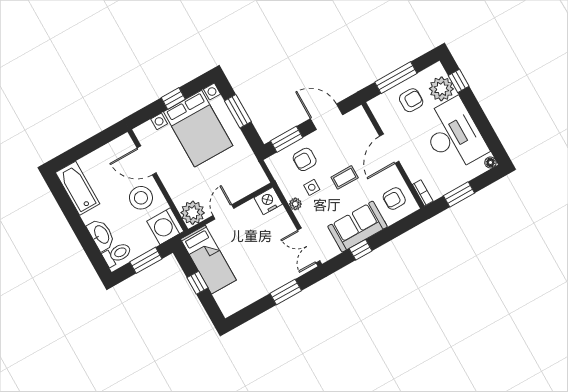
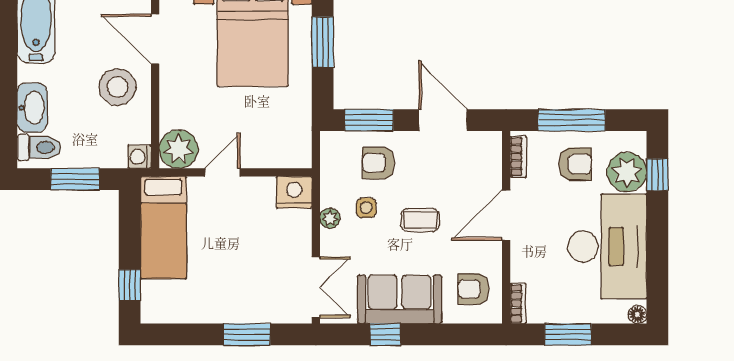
bookcase: (378, 114) -> (518, 157), added
washing machine: (165, 226) -> (140, 157), width x0.53, depth x0.53
double door: (309, 245) -> (316, 287), swing flipped
window: (197, 283) -> (130, 285), moved

